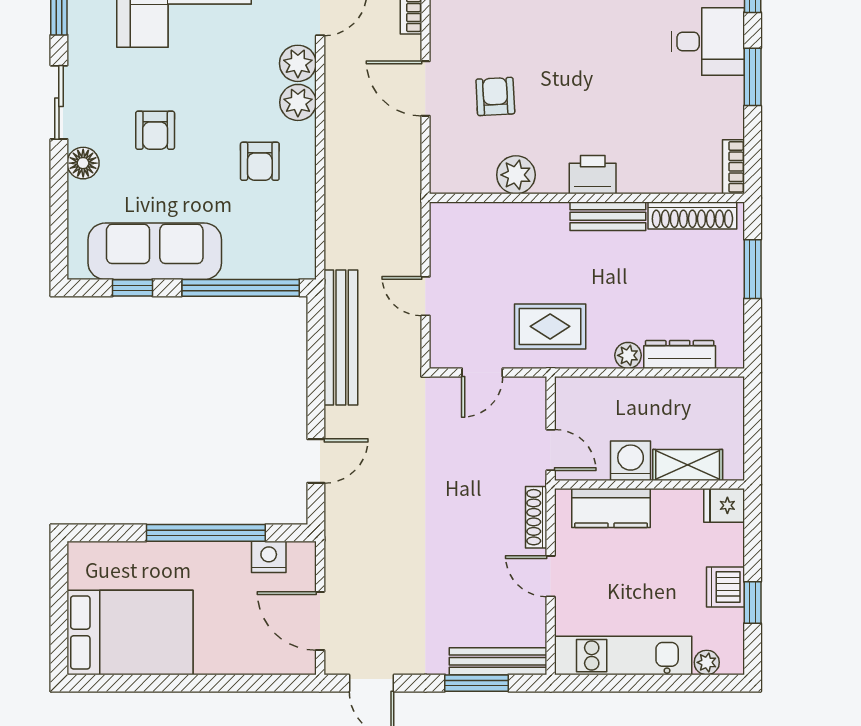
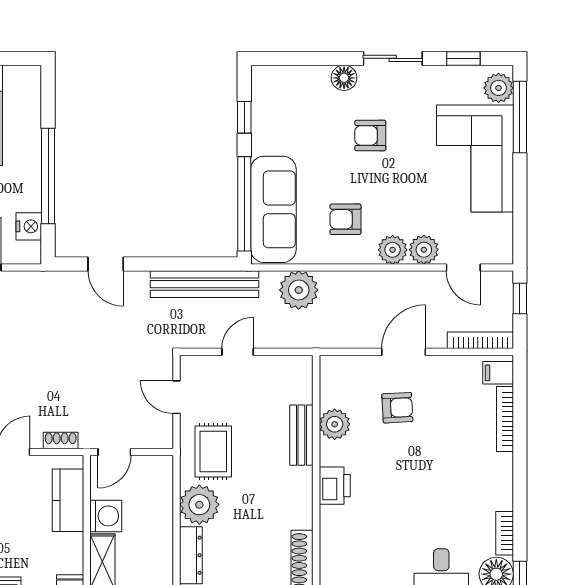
bench: (608, 216) -> (301, 435), moved
plant: (348, 220) -> (299, 290), added
sofa: (155, 251) -> (273, 209), moved
plant: (628, 355) -> (199, 505), width x1.88, depth x1.88
shoe rack: (536, 517) -> (61, 440), width x0.70

